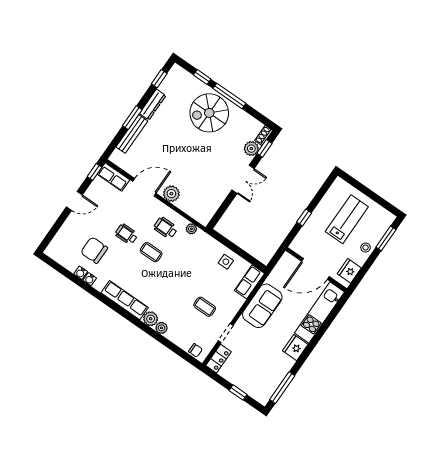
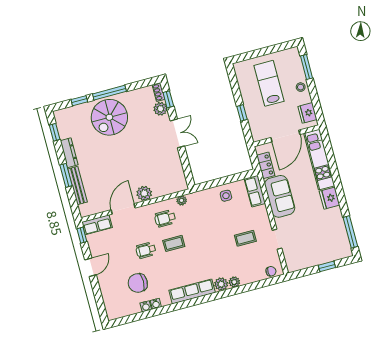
locker: (218, 359) -> (266, 165), moved

